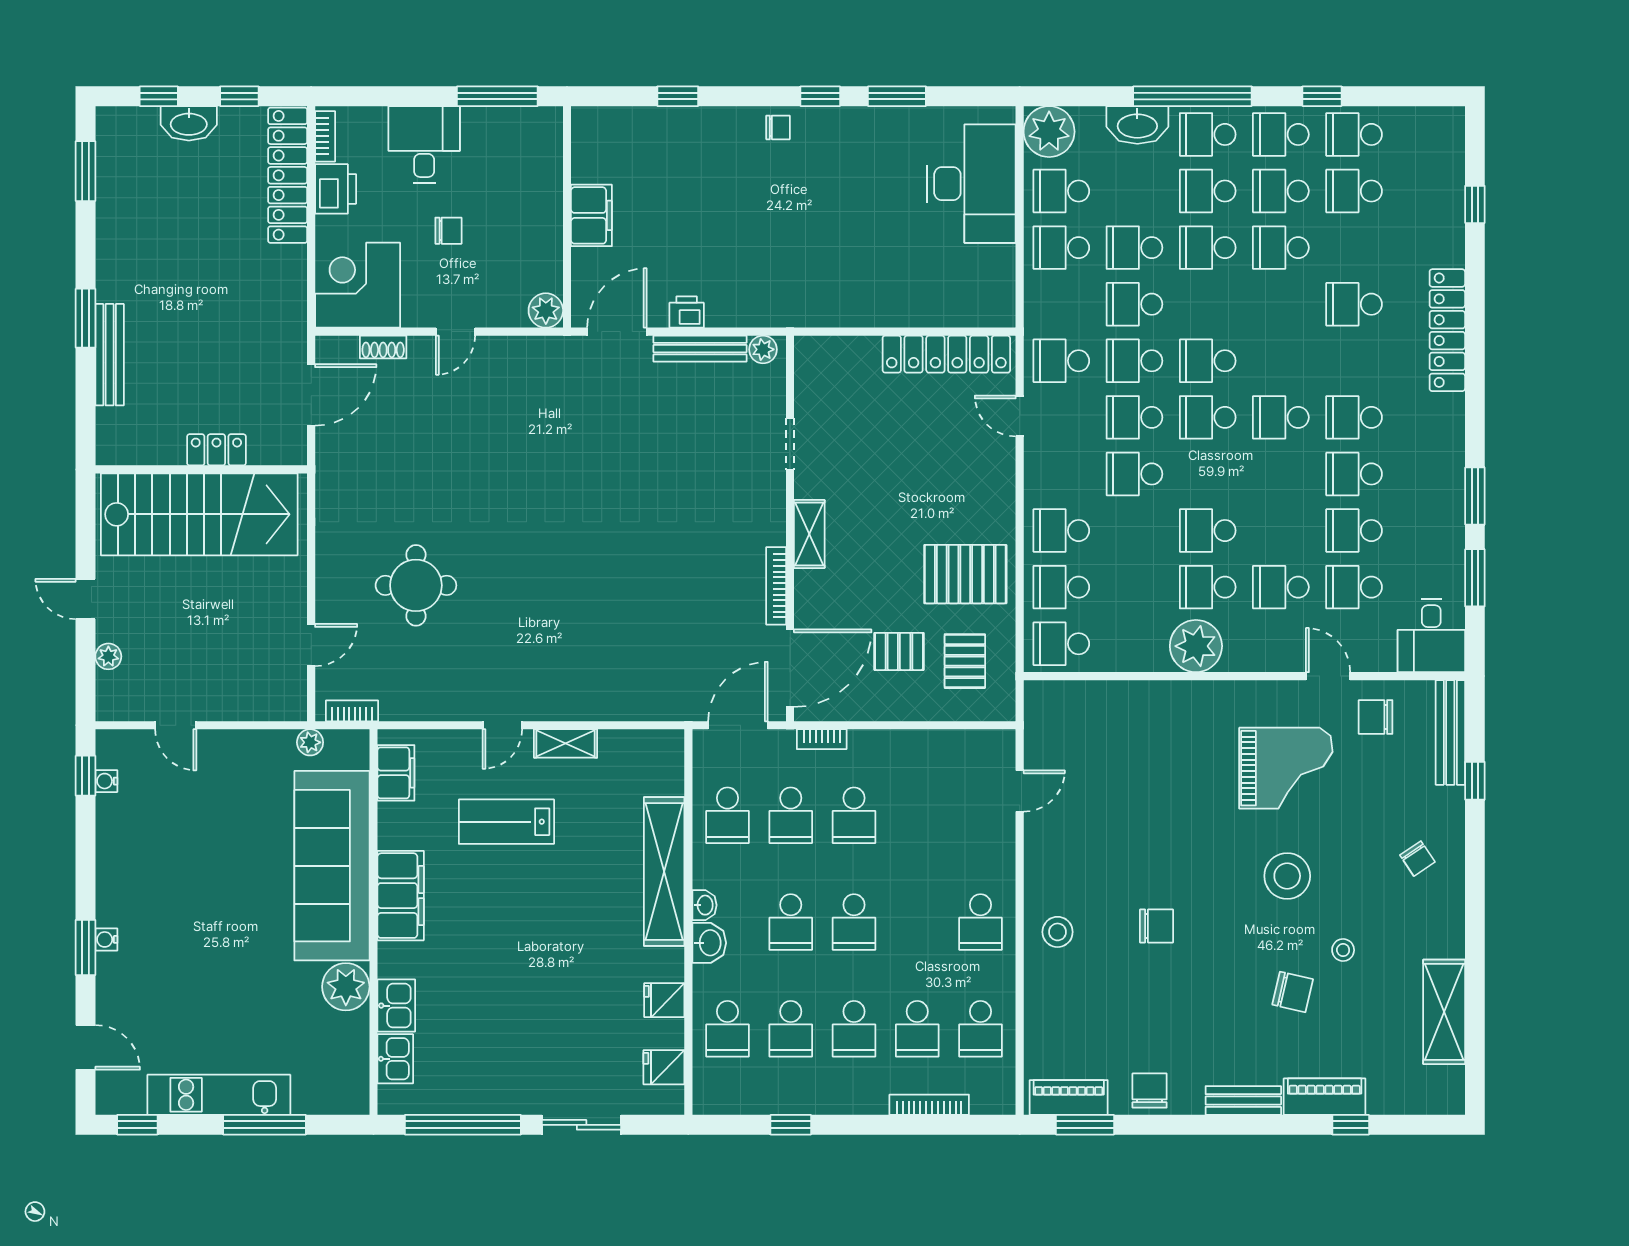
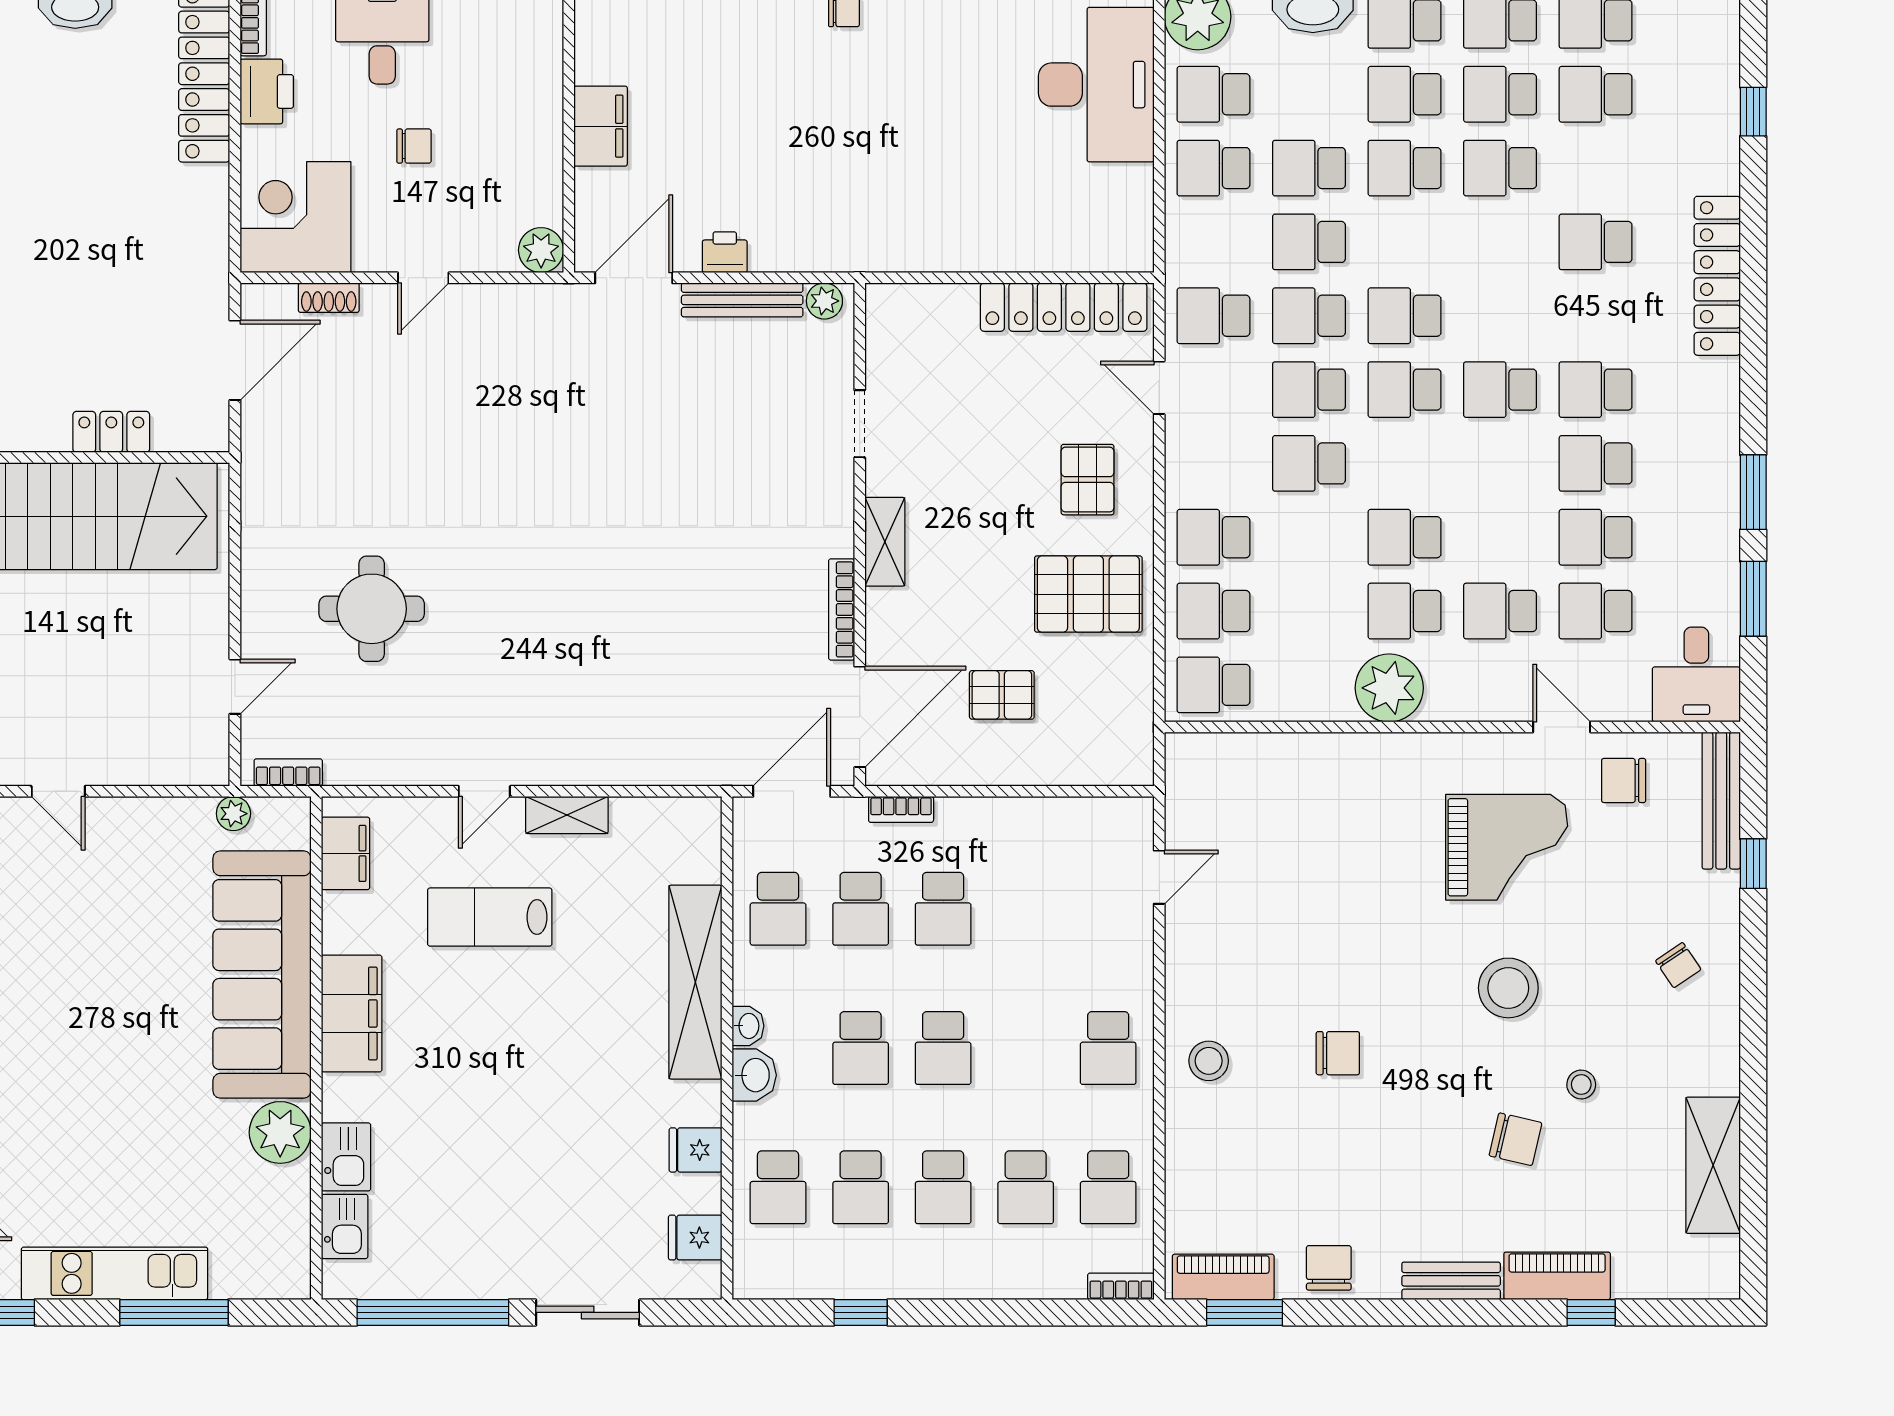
pallet: (965, 661) -> (1088, 480), moved
bookcase: (929, 1105) -> (1121, 1286), moved, width x0.64

